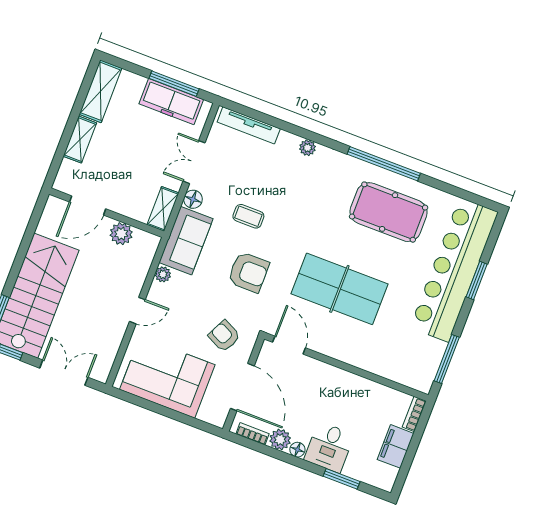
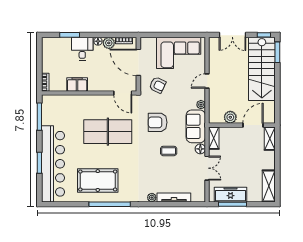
tv unit: (249, 125) -> (174, 197), moved
shelving: (80, 140) -> (270, 139), moved
filing cabinet: (396, 446) -> (77, 84), moved, turned -90

